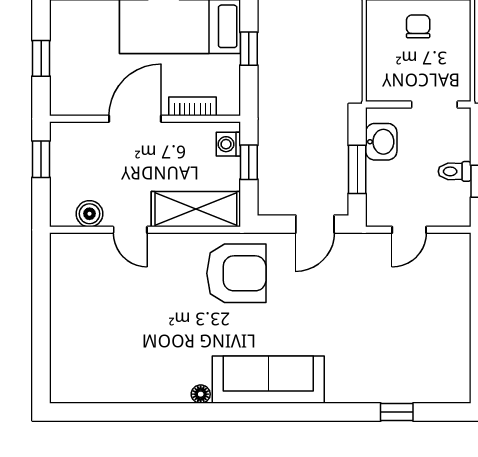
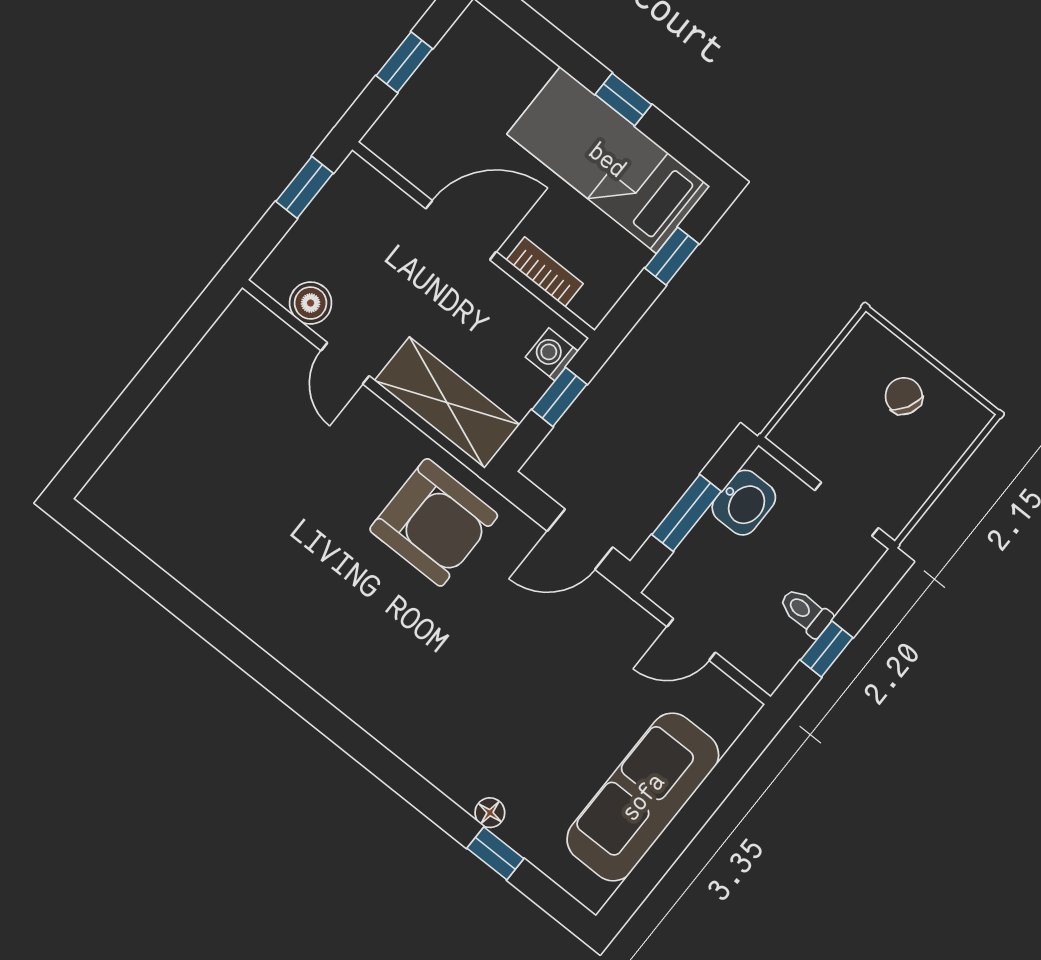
chair: (418, 26) -> (904, 396), turned -61
sofa: (268, 380) -> (643, 797), moved, turned -90
floor lamp: (201, 394) -> (490, 813), moved

